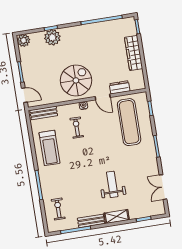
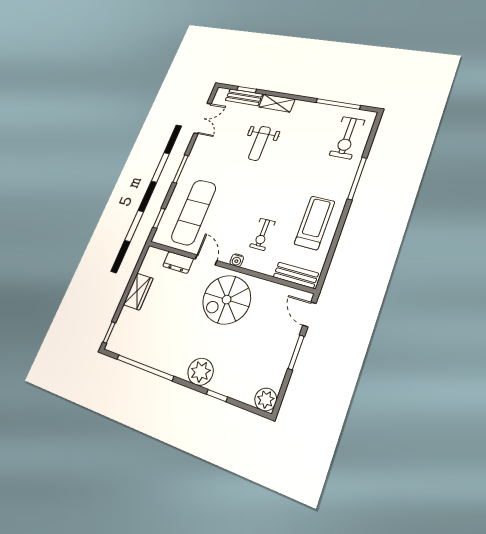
plant: (52, 37) -> (201, 372), moved
wardrobe: (134, 53) -> (138, 292), width x0.67
exercise bike: (58, 209) -> (347, 138), width x1.38, depth x1.39
bench: (91, 221) -> (244, 97), moved

